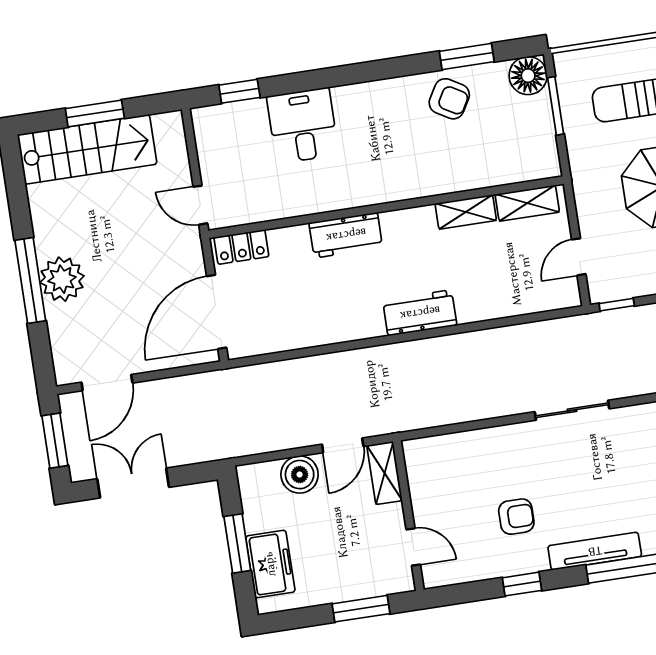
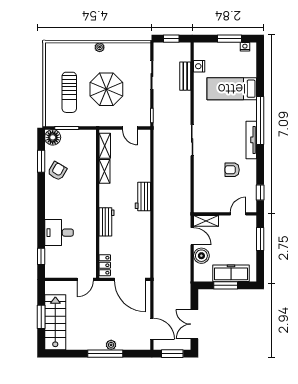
plant: (62, 279) -> (111, 345), width x0.53, depth x0.53
armchair: (516, 517) -> (232, 170), turned -90
freezer: (270, 564) -> (231, 273), width x1.40
window: (522, 584) -> (260, 193), moved

